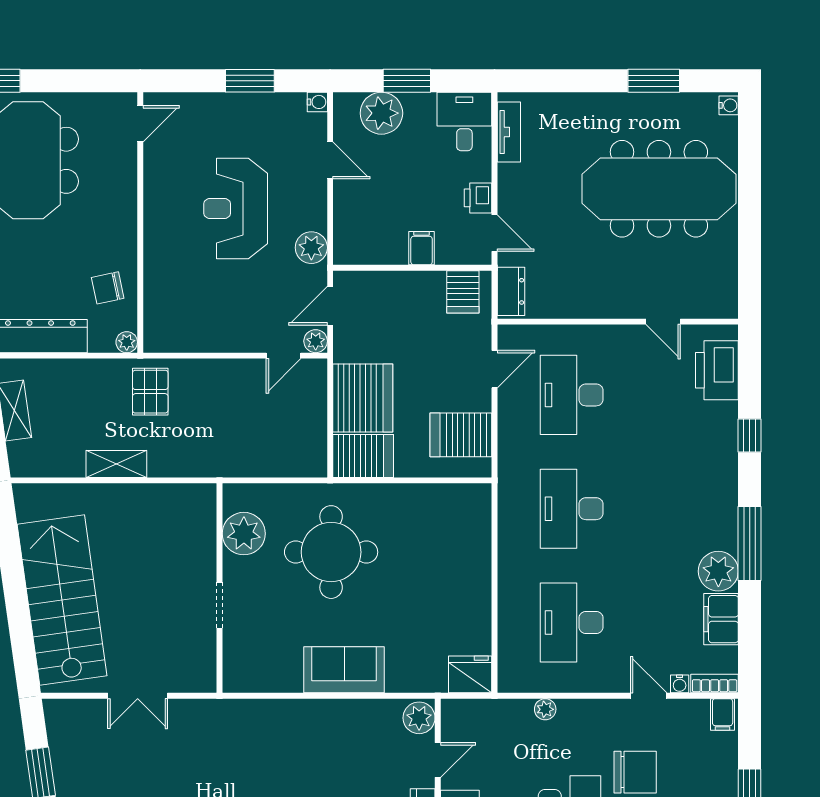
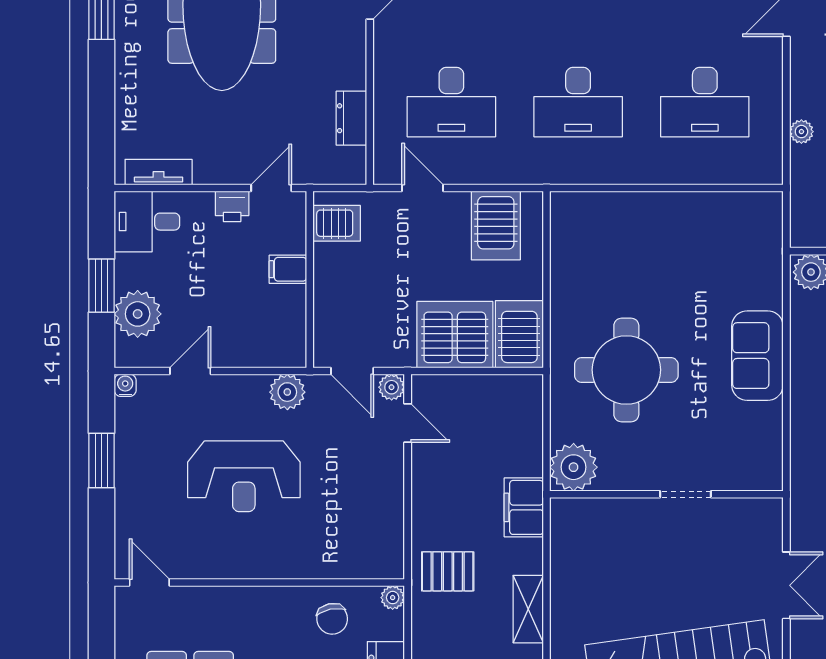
dresser: (511, 291) -> (351, 118), moved, turned -90
filing cabinet: (208, 460) -> (524, 507), added
plant: (244, 534) -> (574, 467), moved
fridge: (470, 674) -> (763, 215), removed

